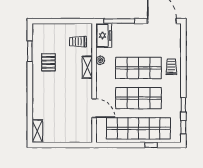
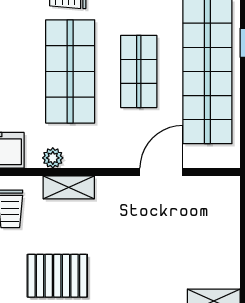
pallet: (48, 62) -> (57, 276), width x1.50, depth x1.42
shop shelf: (138, 98) -> (139, 71), width x0.70, depth x0.74

